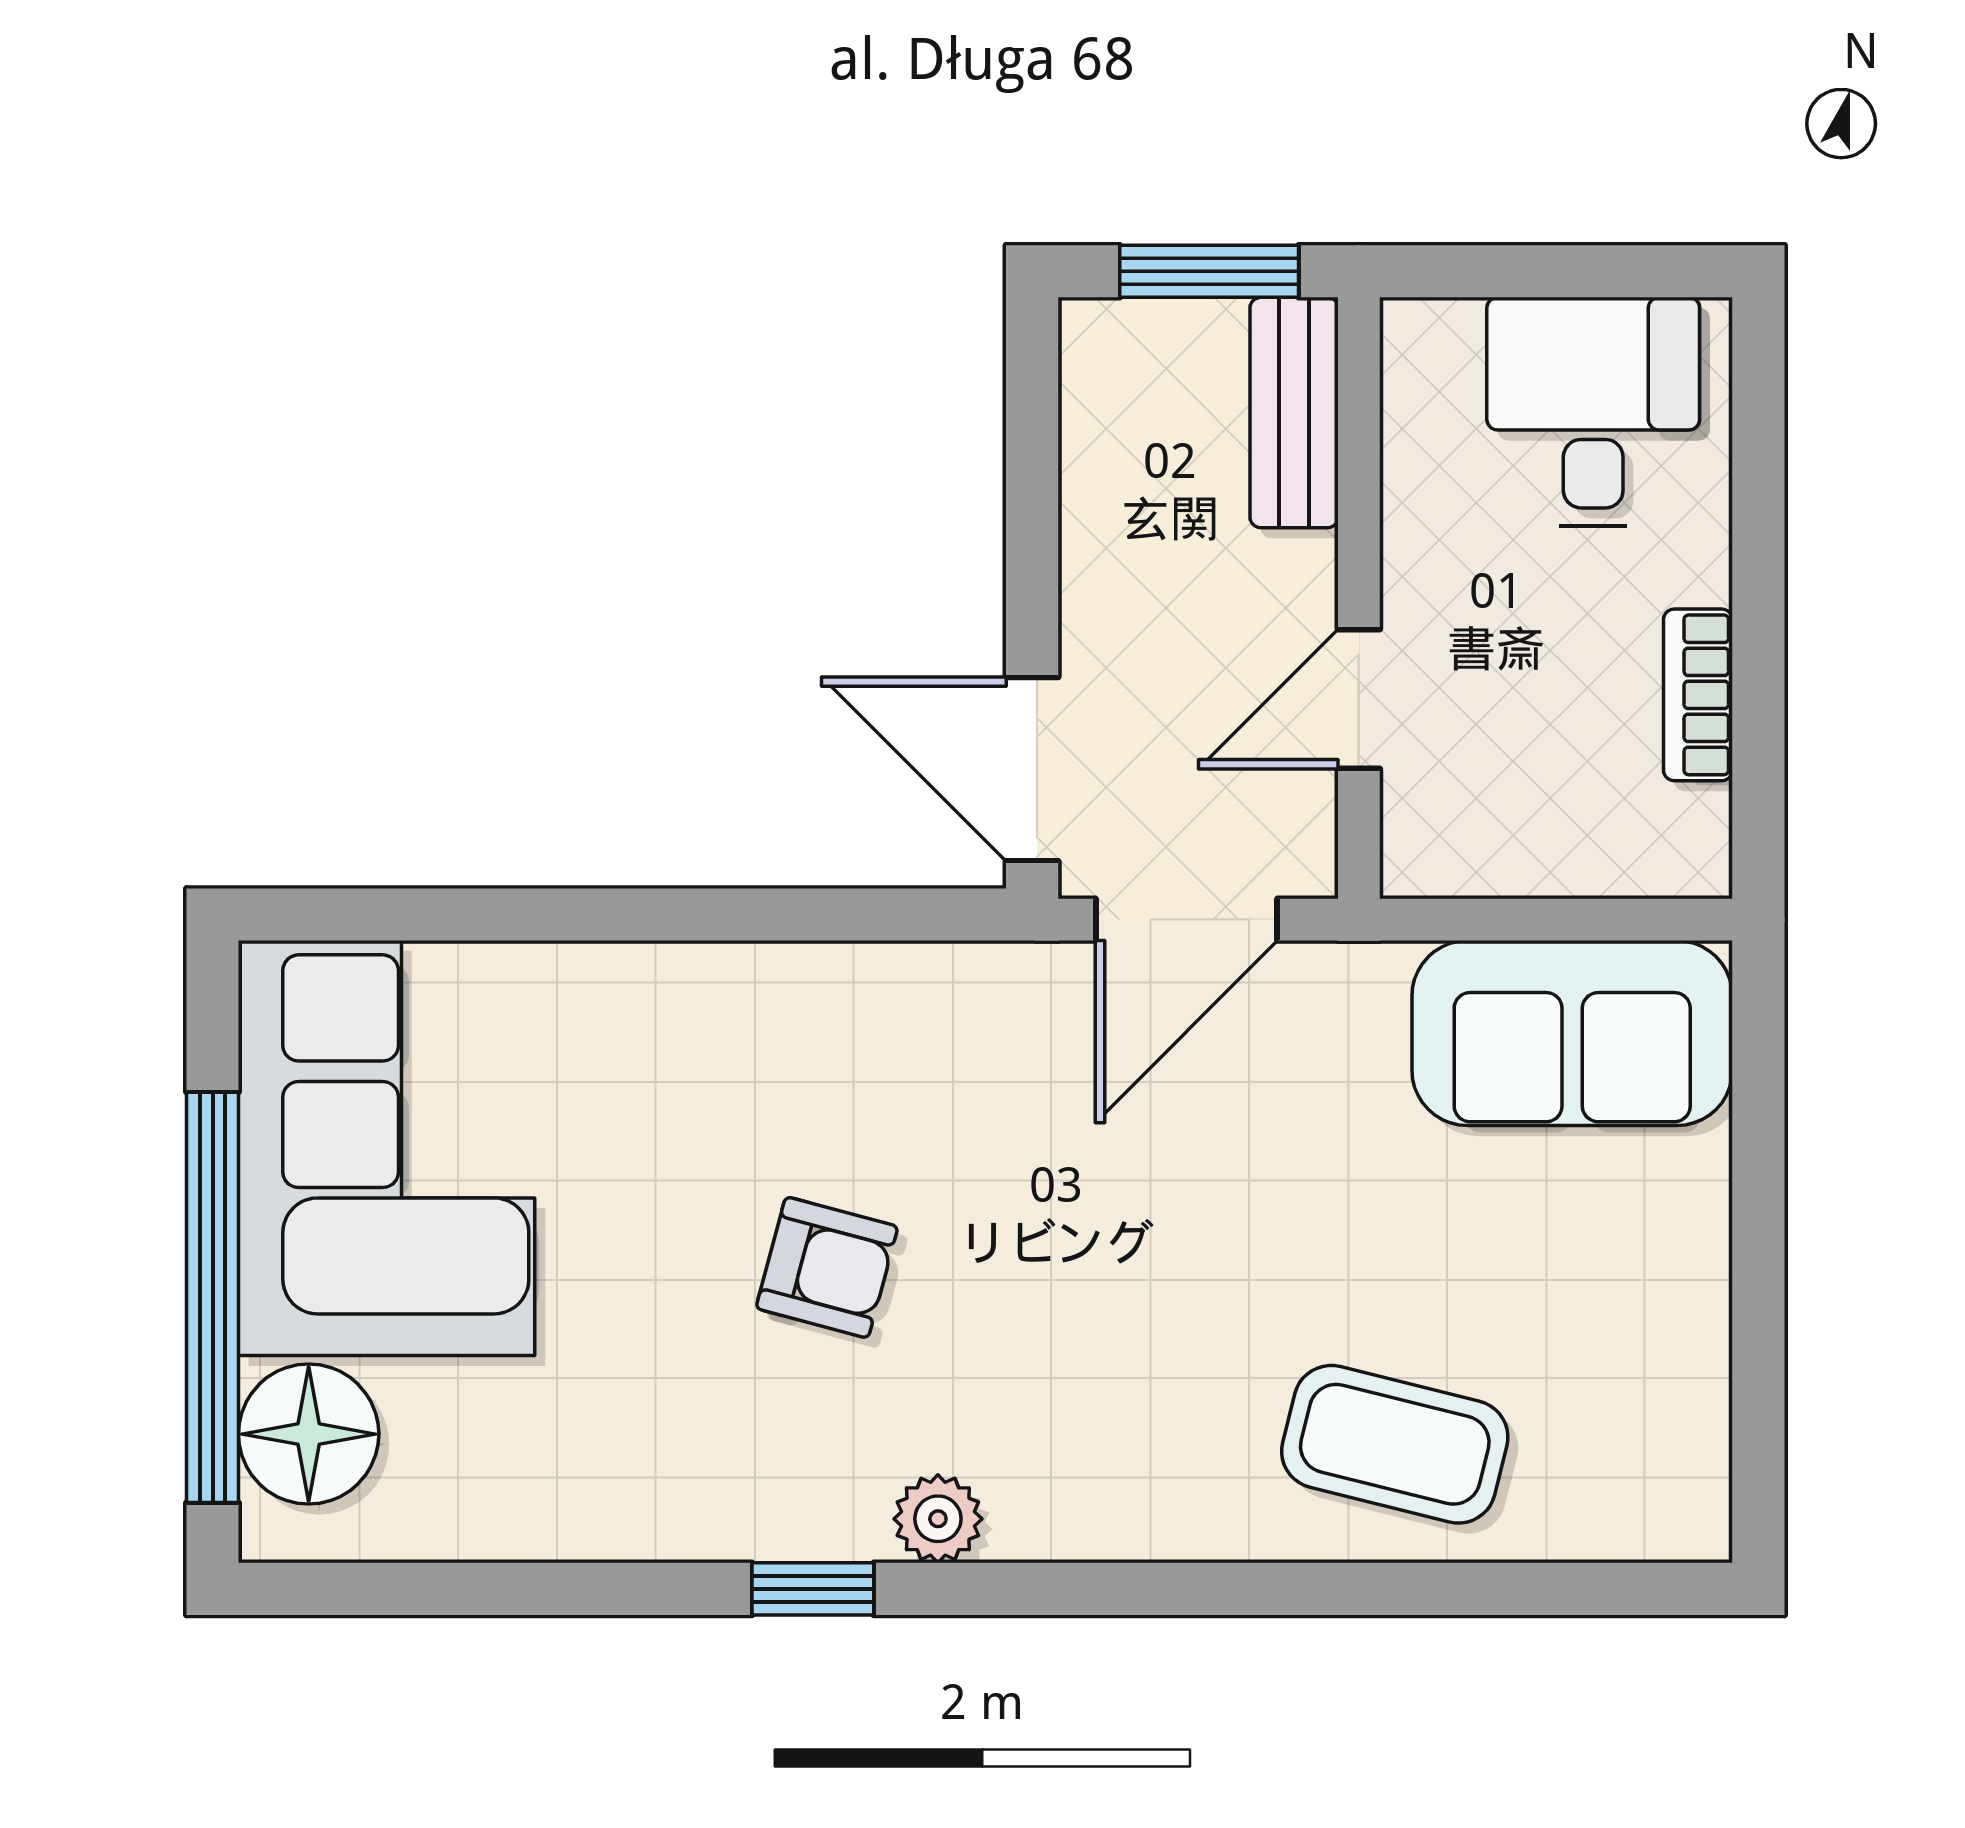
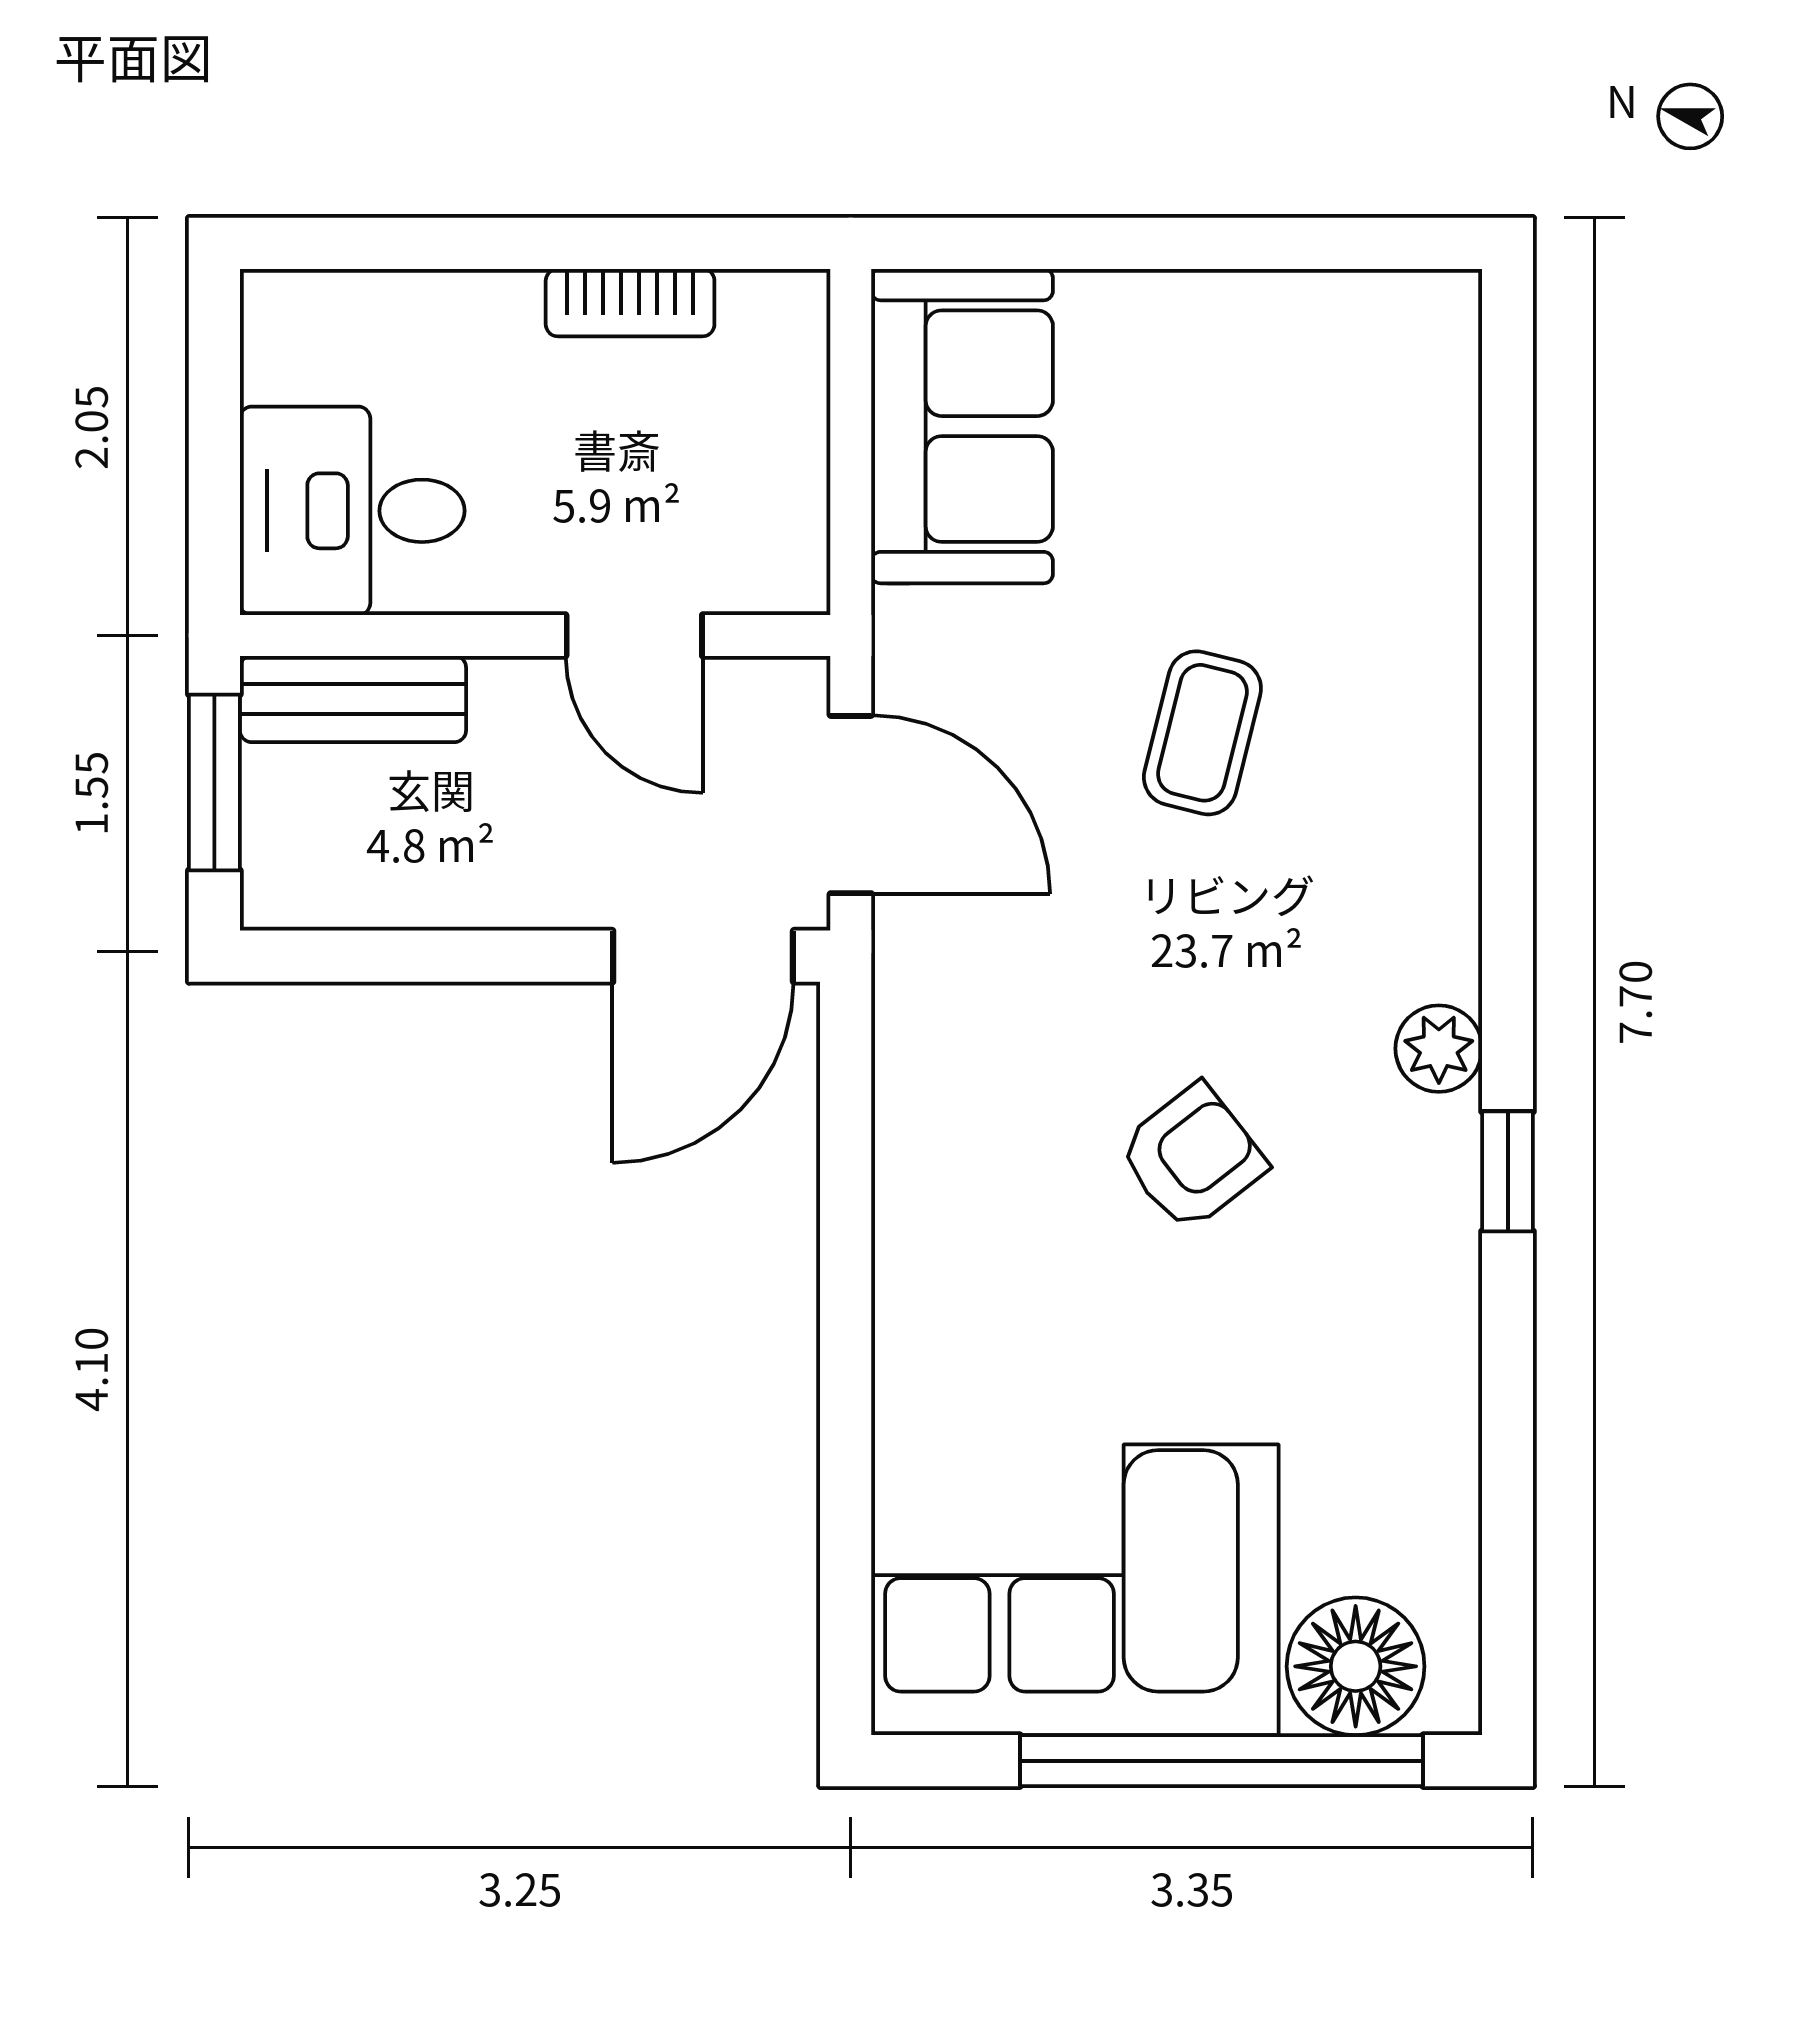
desk: (1593, 412) -> (352, 511), moved
armchair: (827, 1267) -> (1192, 1158), turned 37
coffee table: (1395, 1444) -> (1202, 733), moved, width x0.73, depth x0.77

